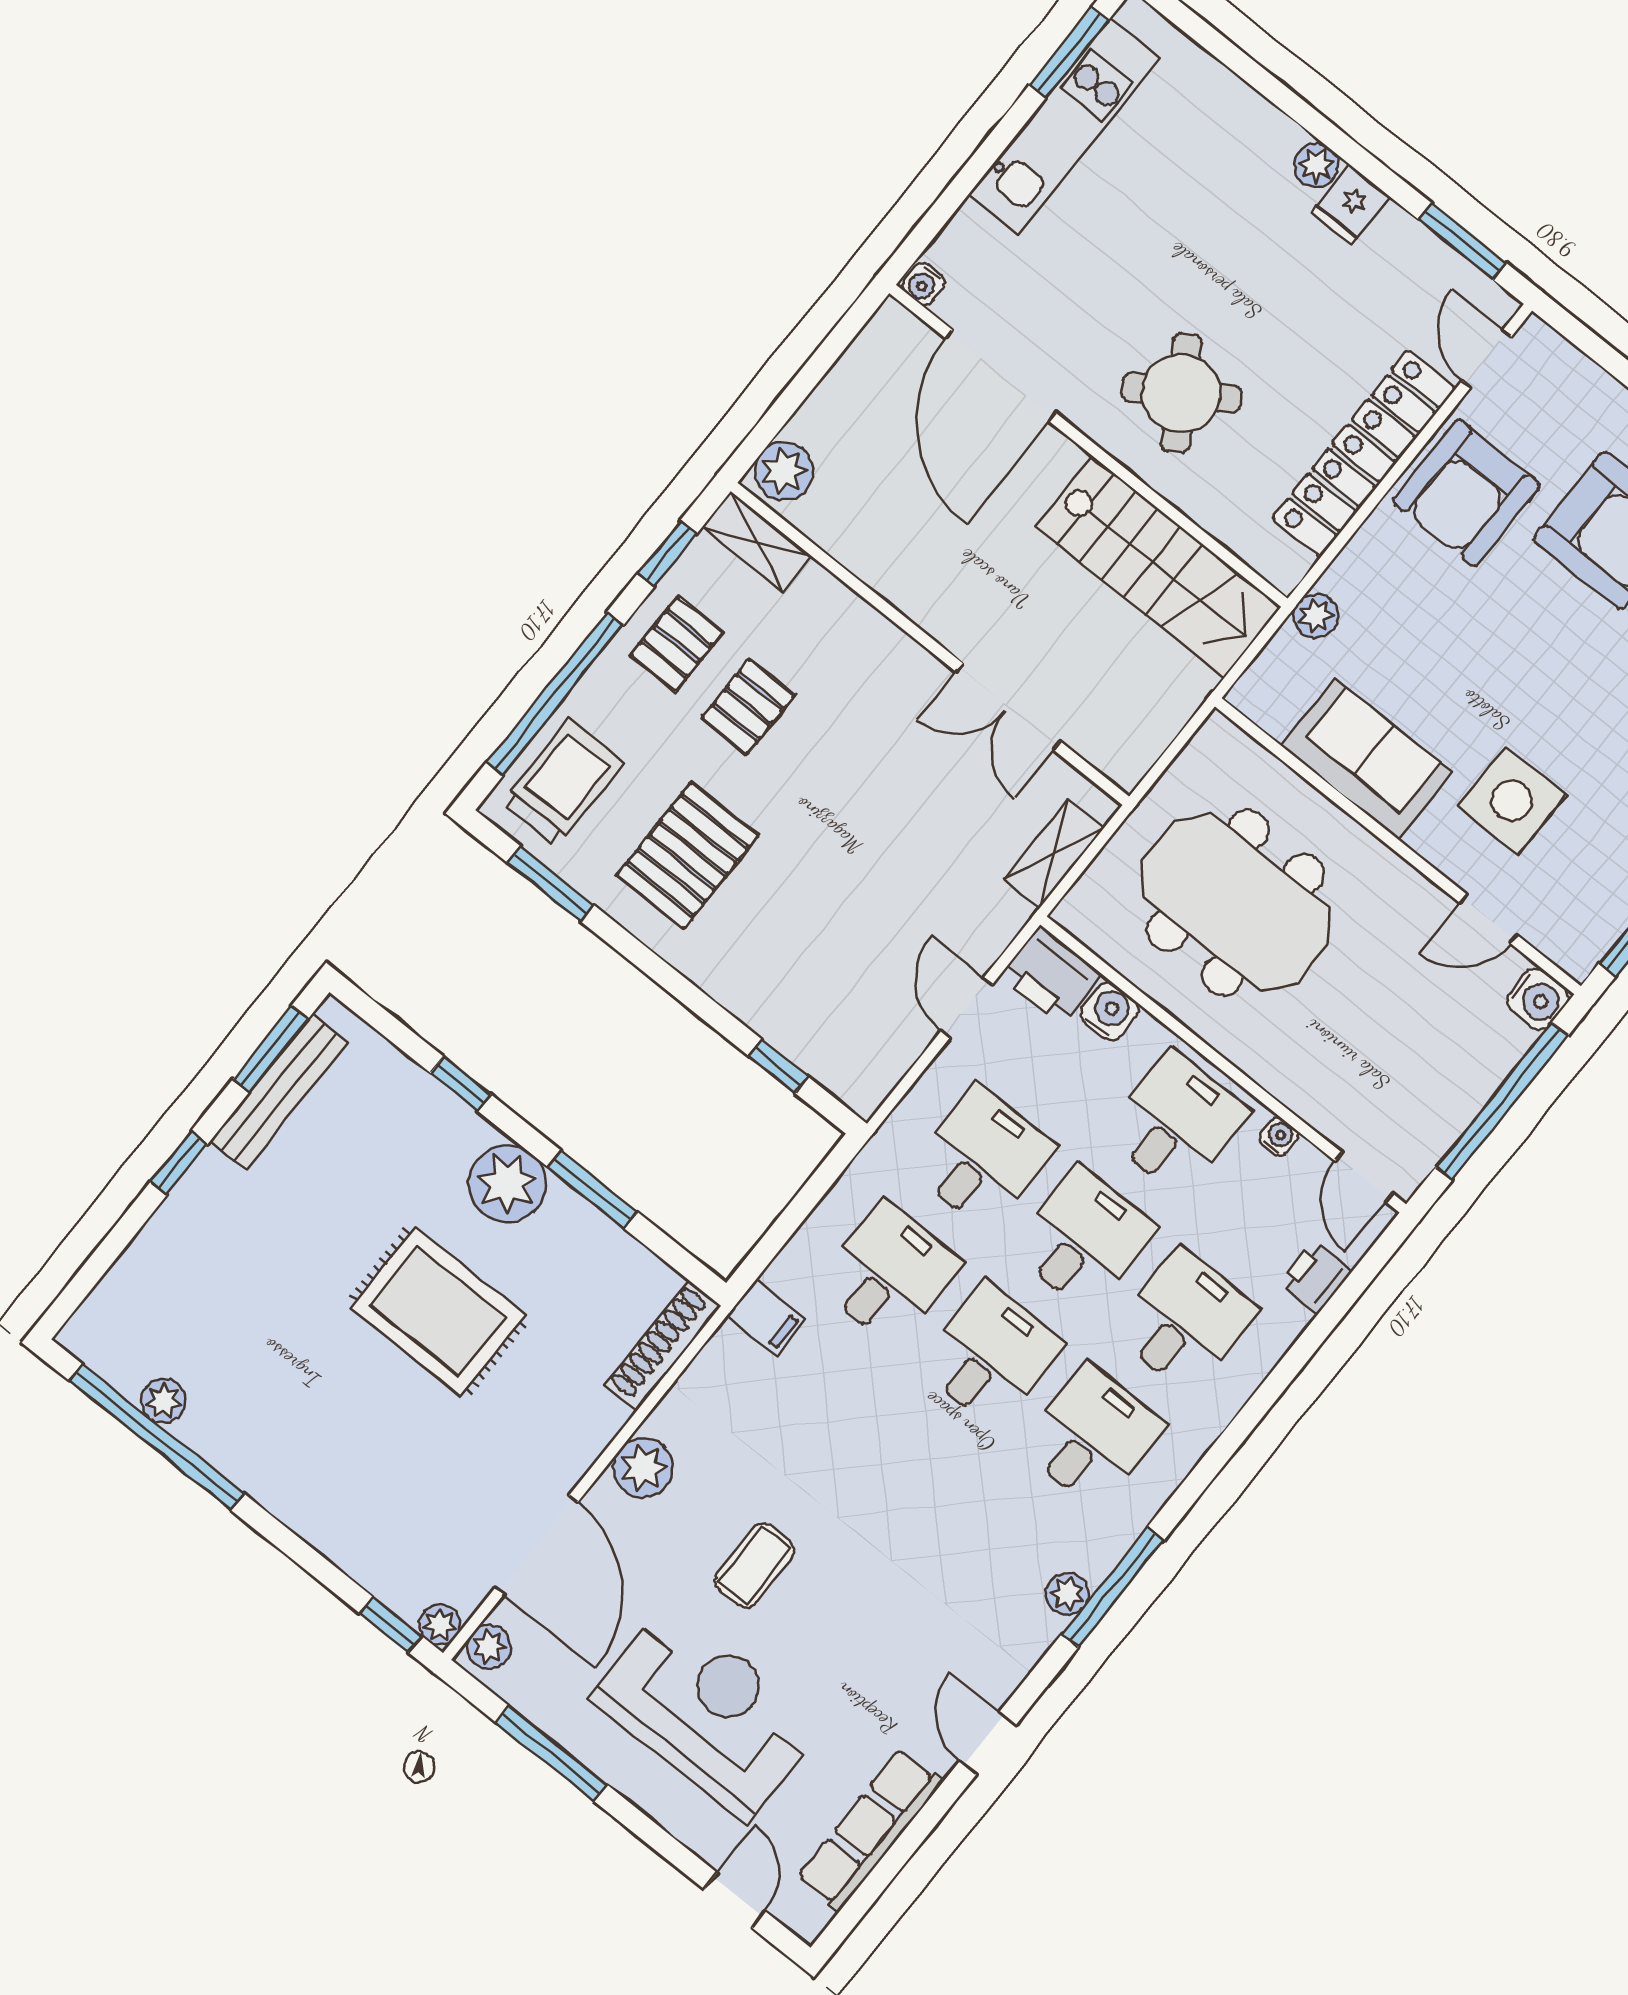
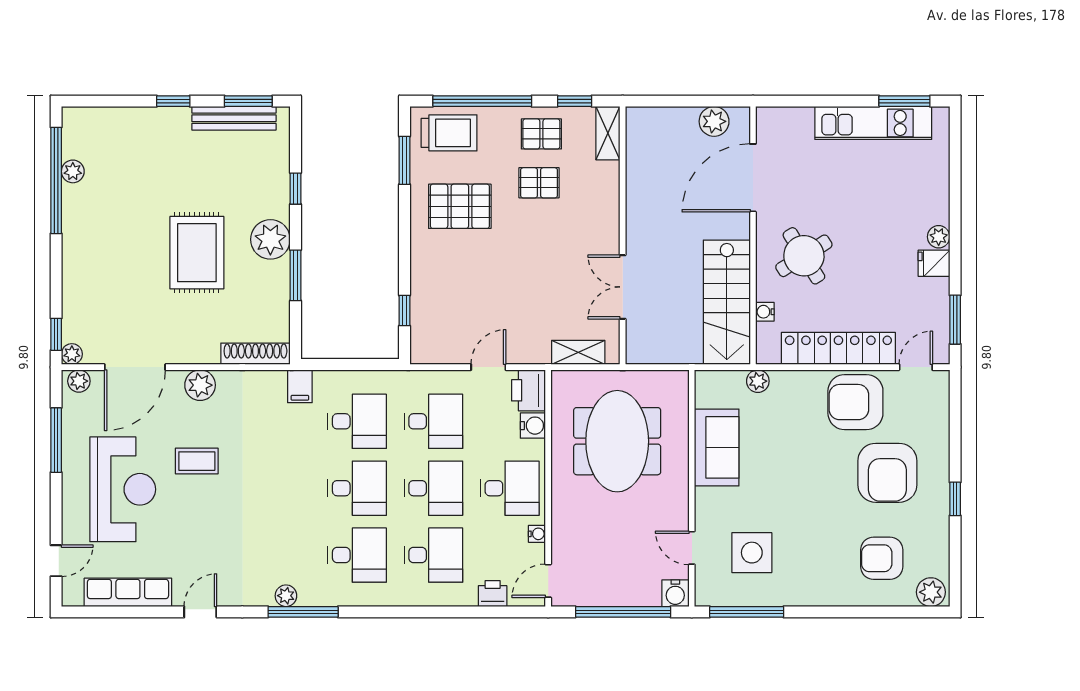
water cooler: (923, 284) -> (765, 312), moved
plant: (784, 471) -> (714, 121), moved
side table: (1512, 801) -> (752, 553), moved

